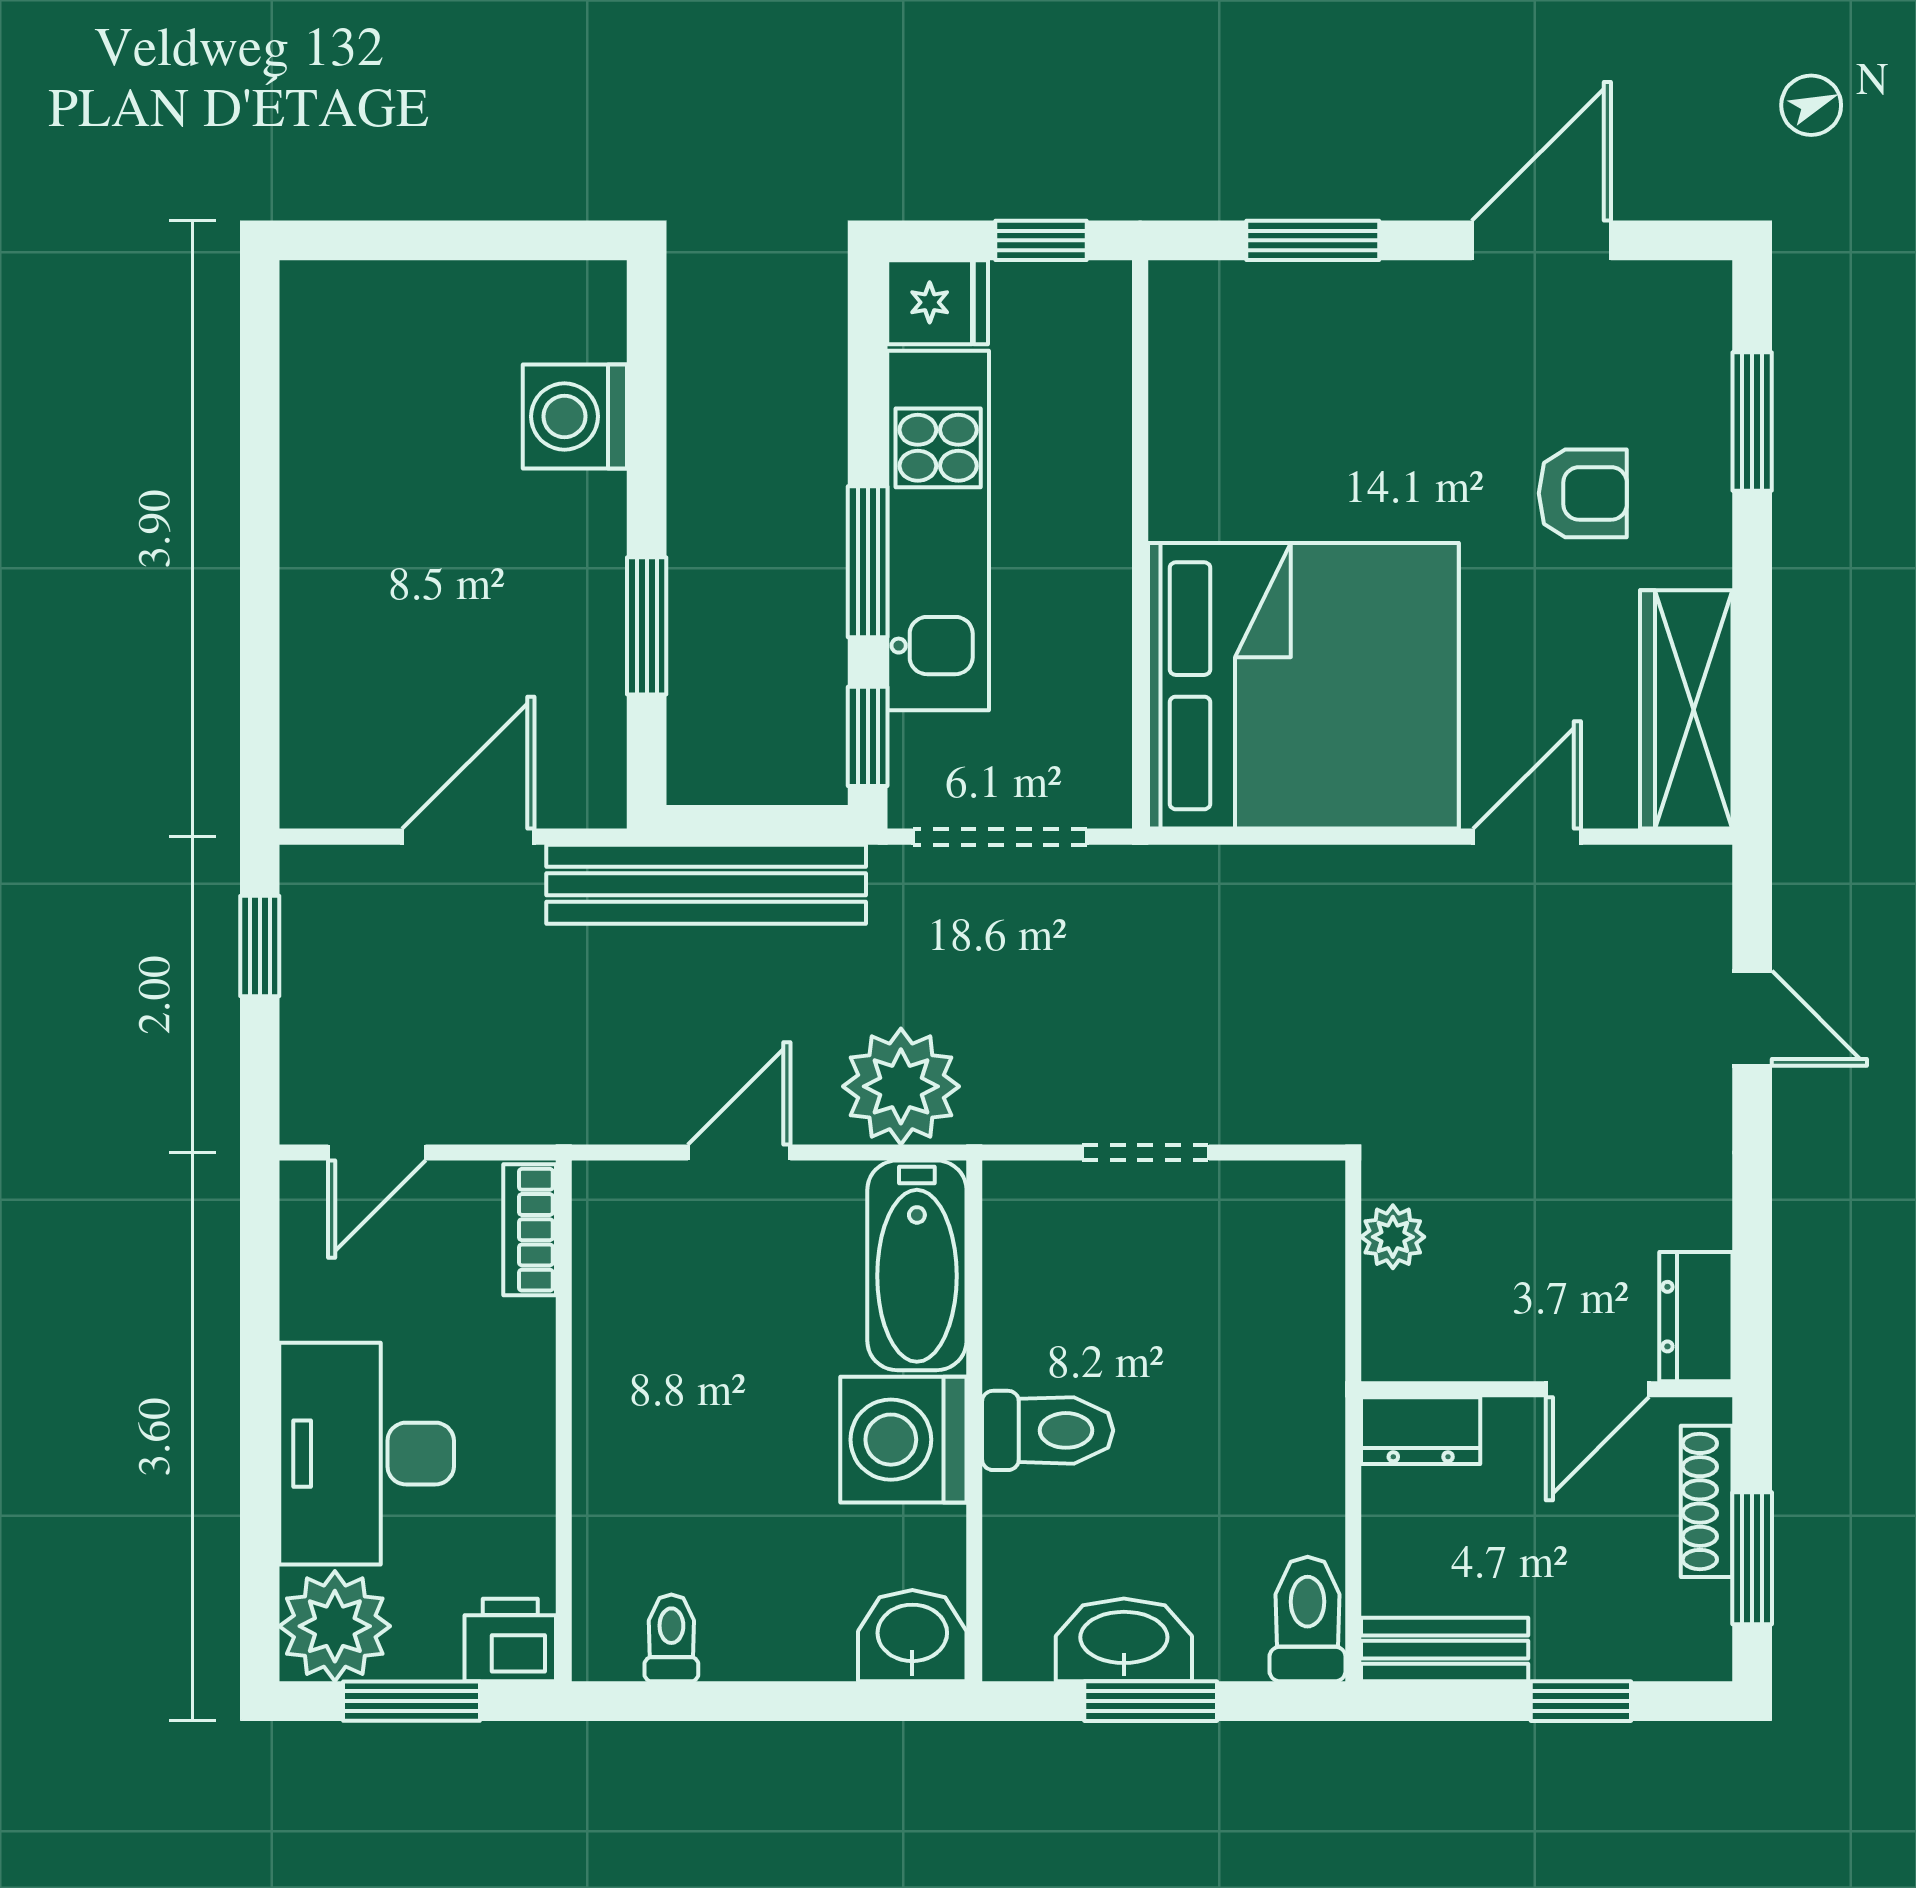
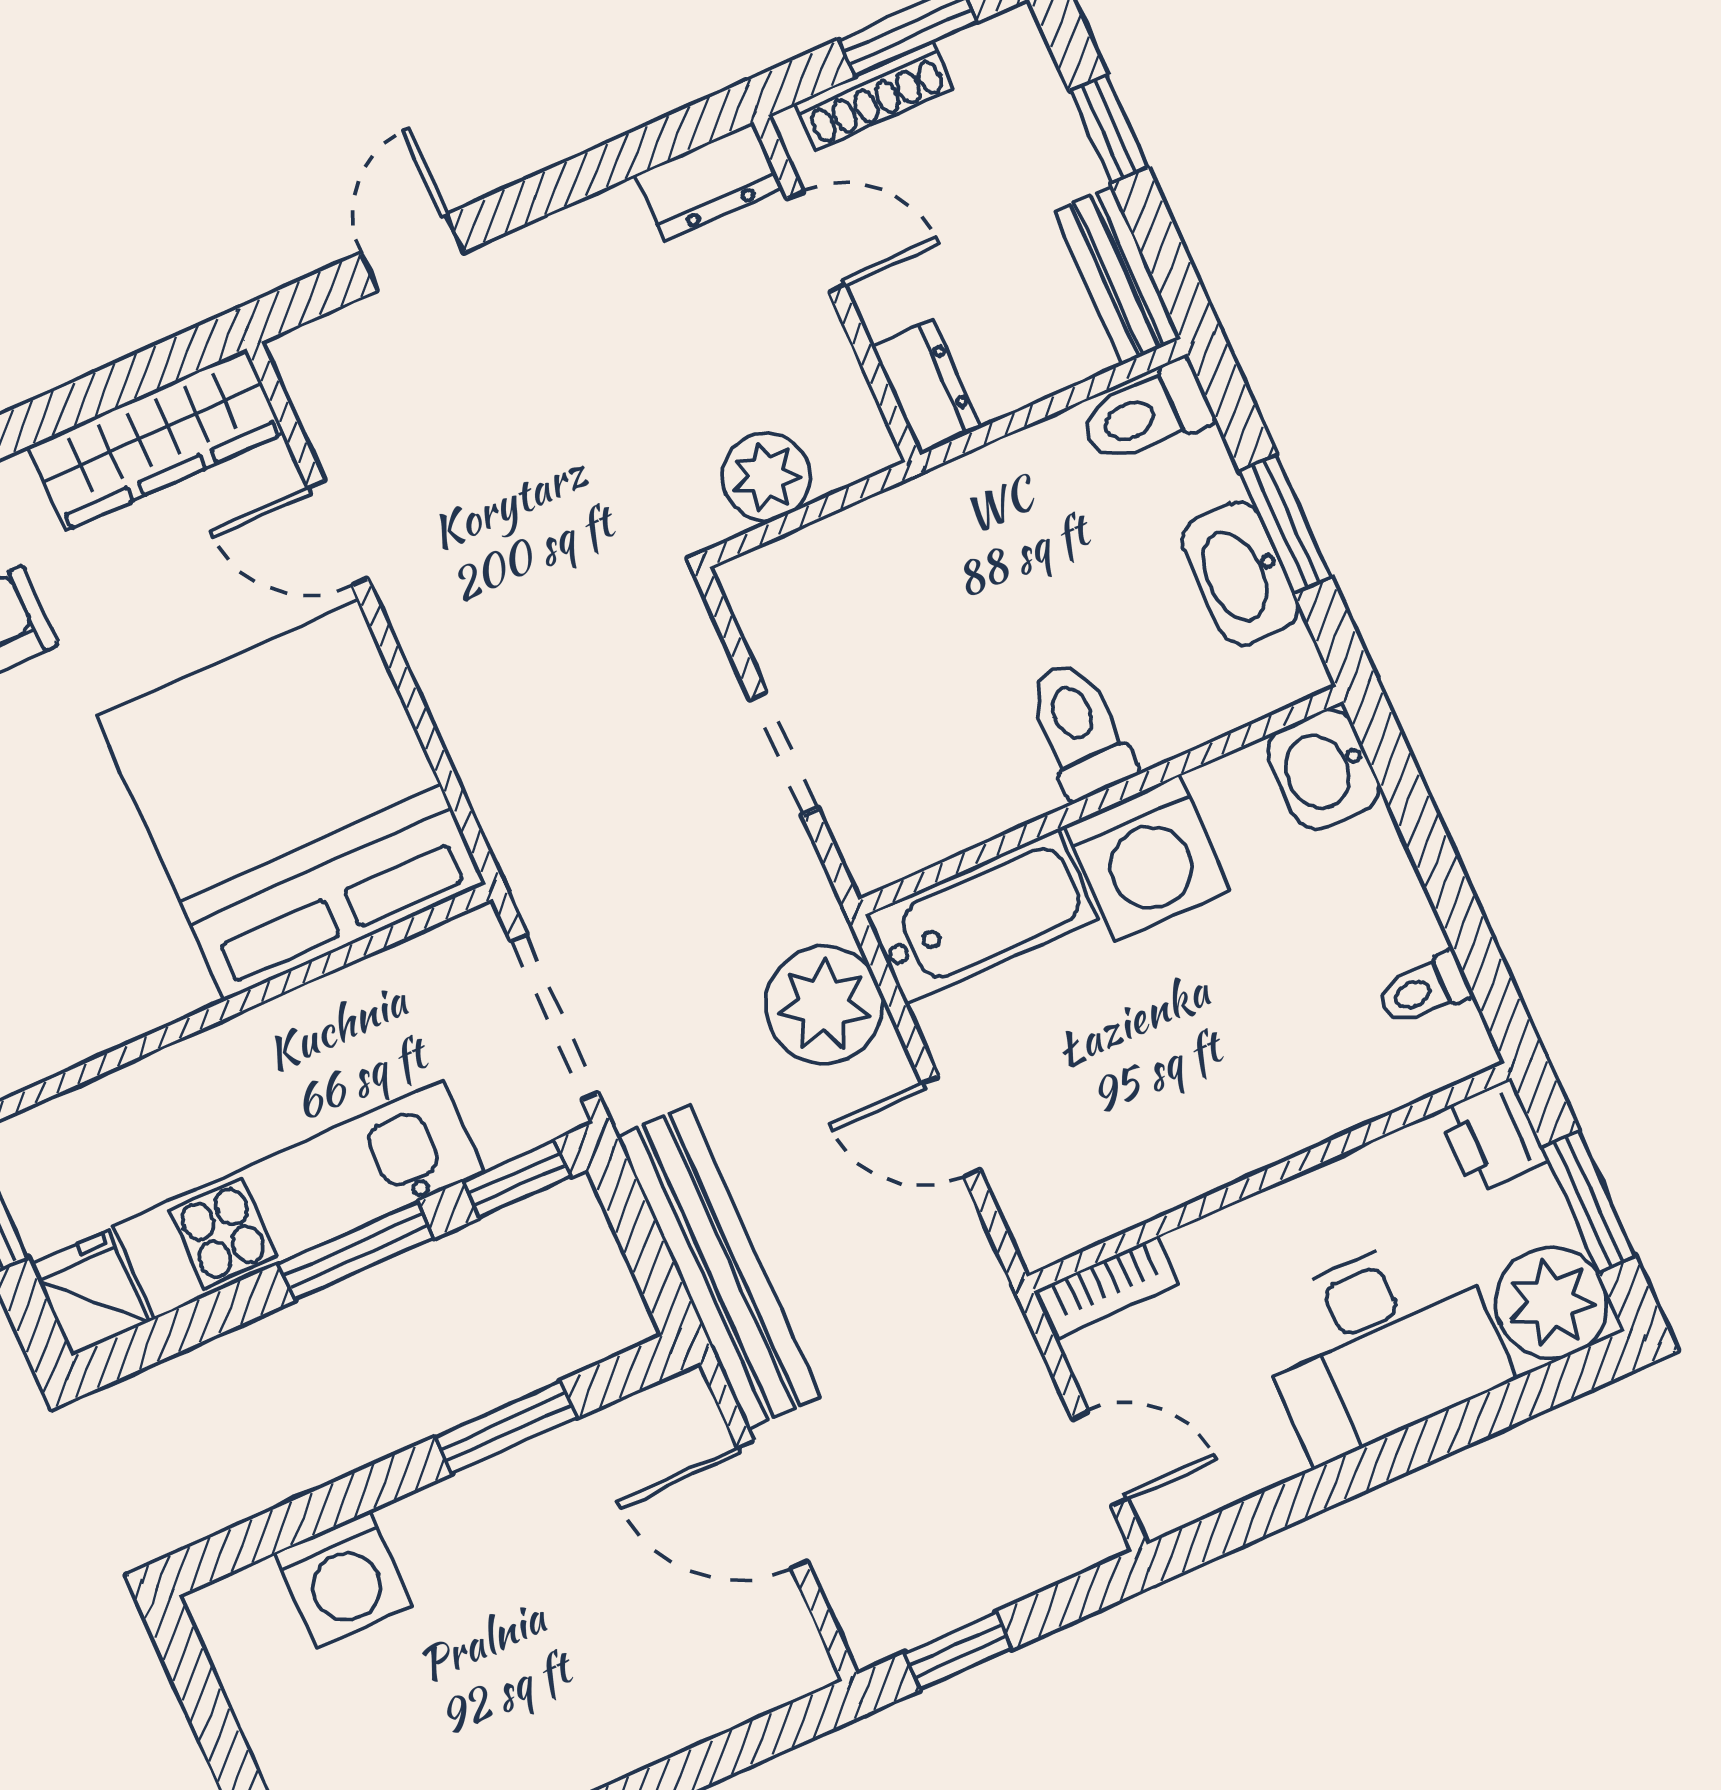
plant: (1393, 1237) -> (766, 477), width x1.38, depth x1.38

